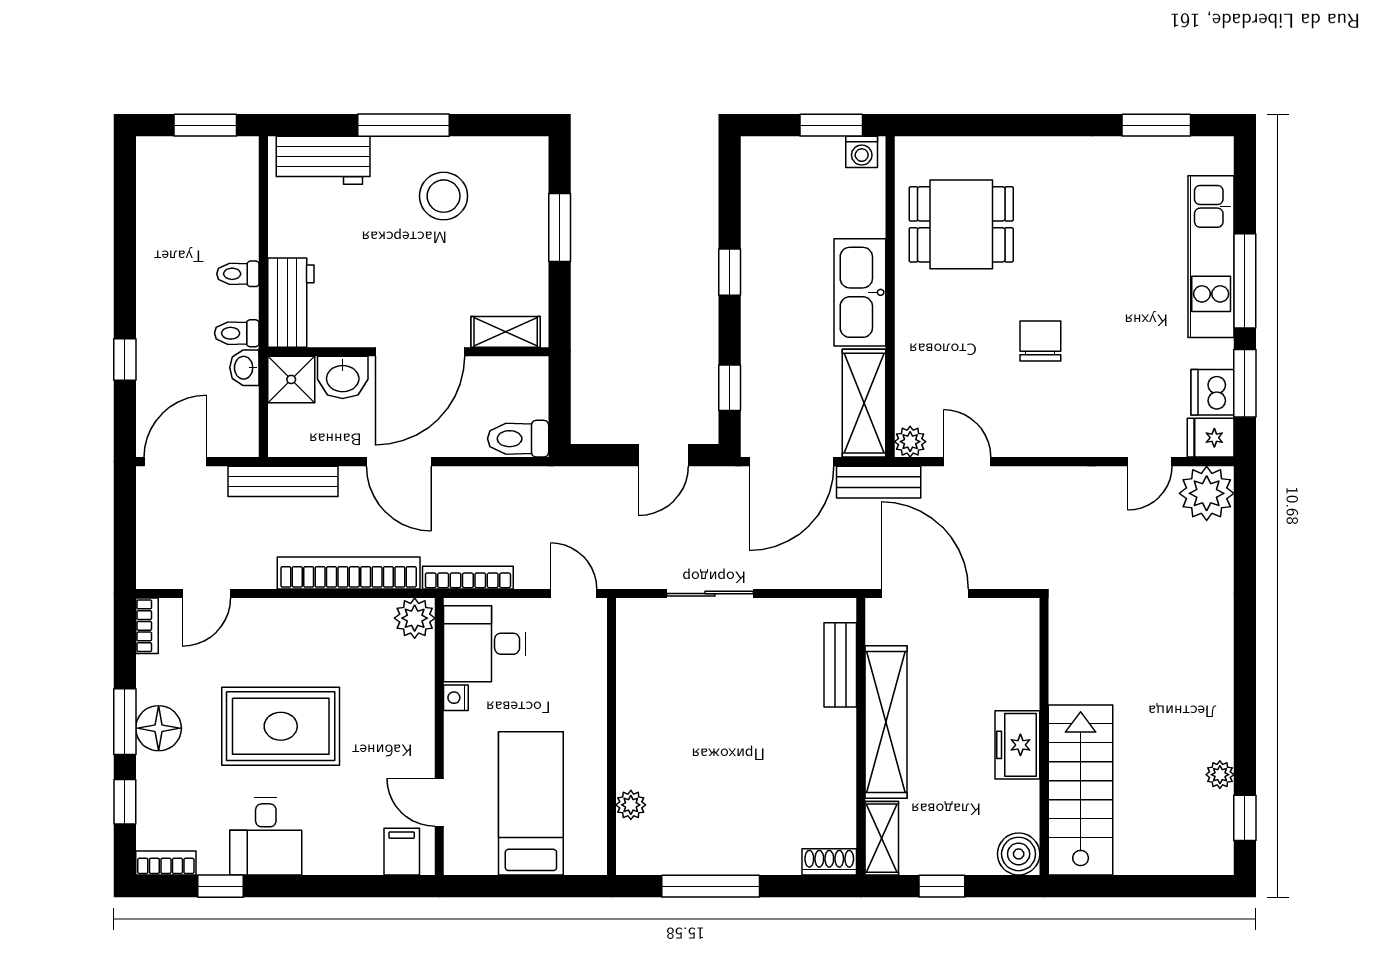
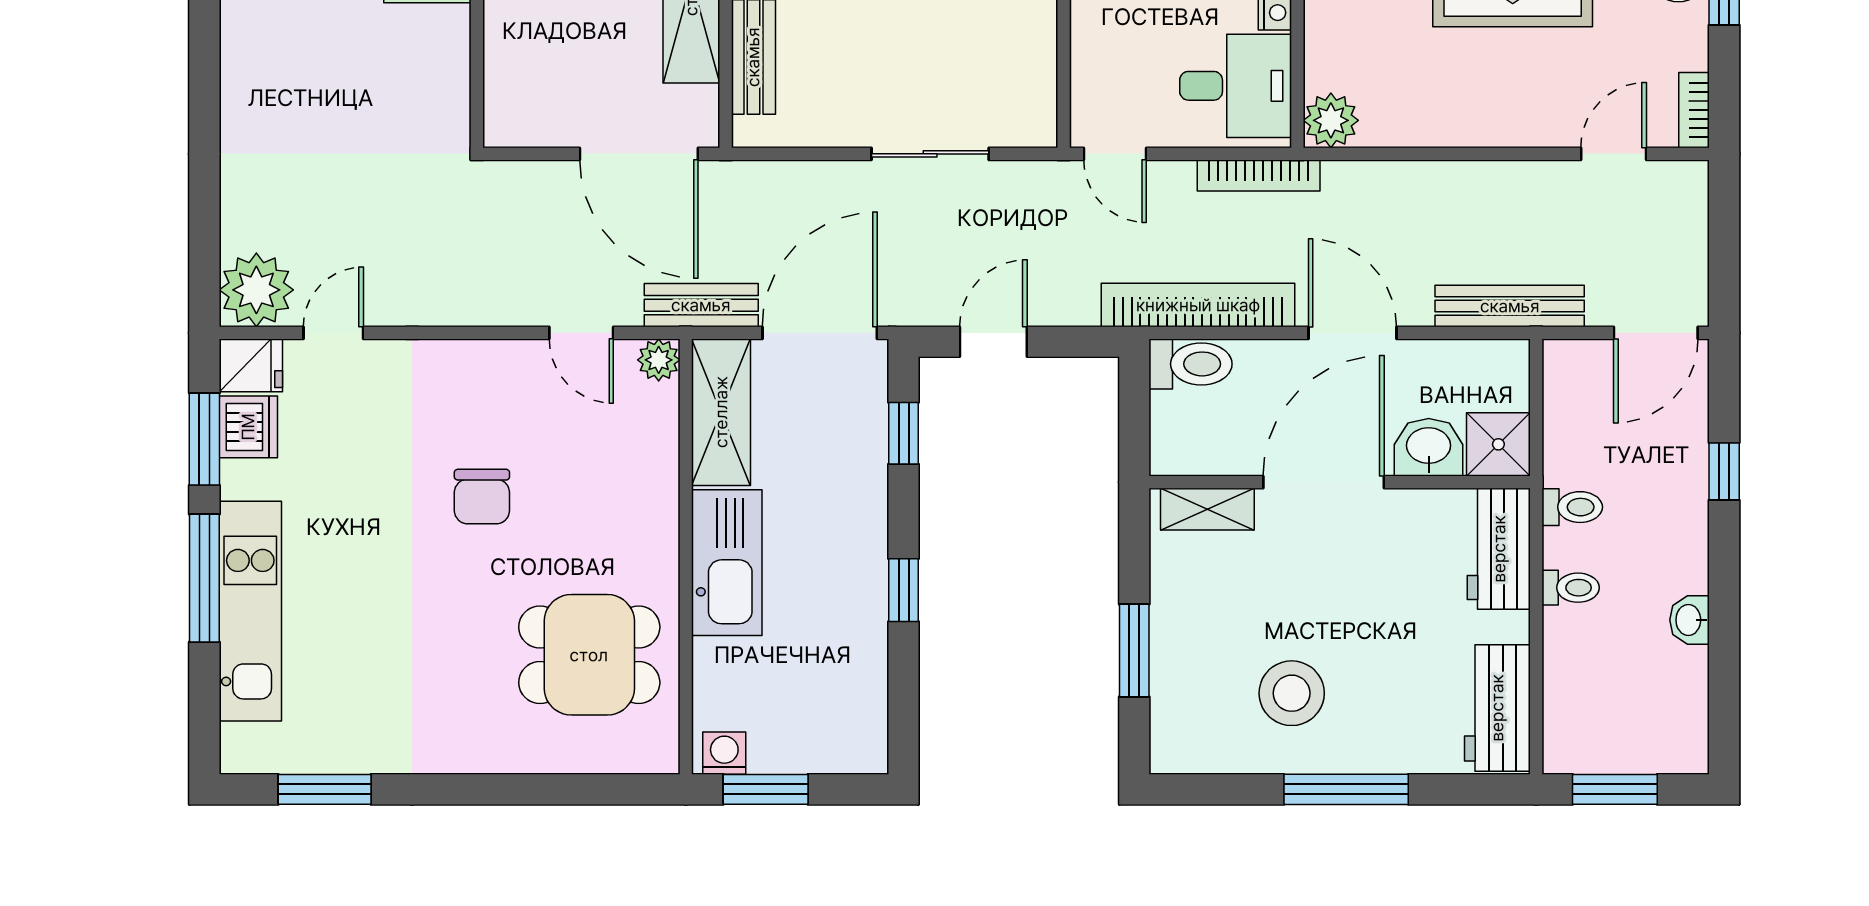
workbench: (323, 160) -> (1497, 708), moved, turned -90
washbasin: (244, 368) -> (1690, 620), moved, turned 180
bookcase: (349, 573) -> (1198, 305), moved, turned 180

